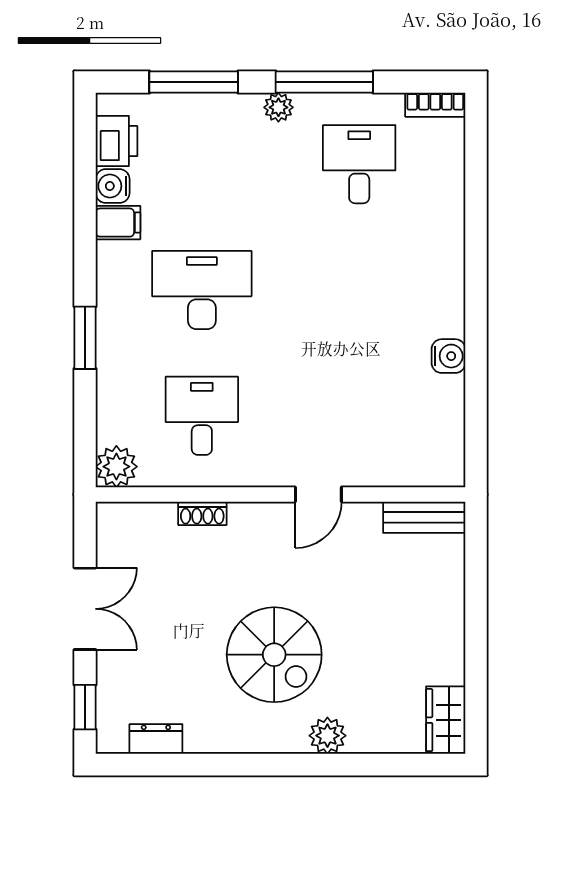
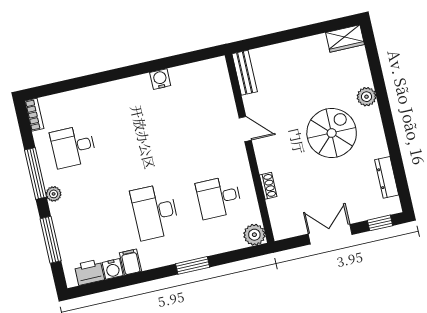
dresser: (156, 739) -> (387, 177), width x1.44

